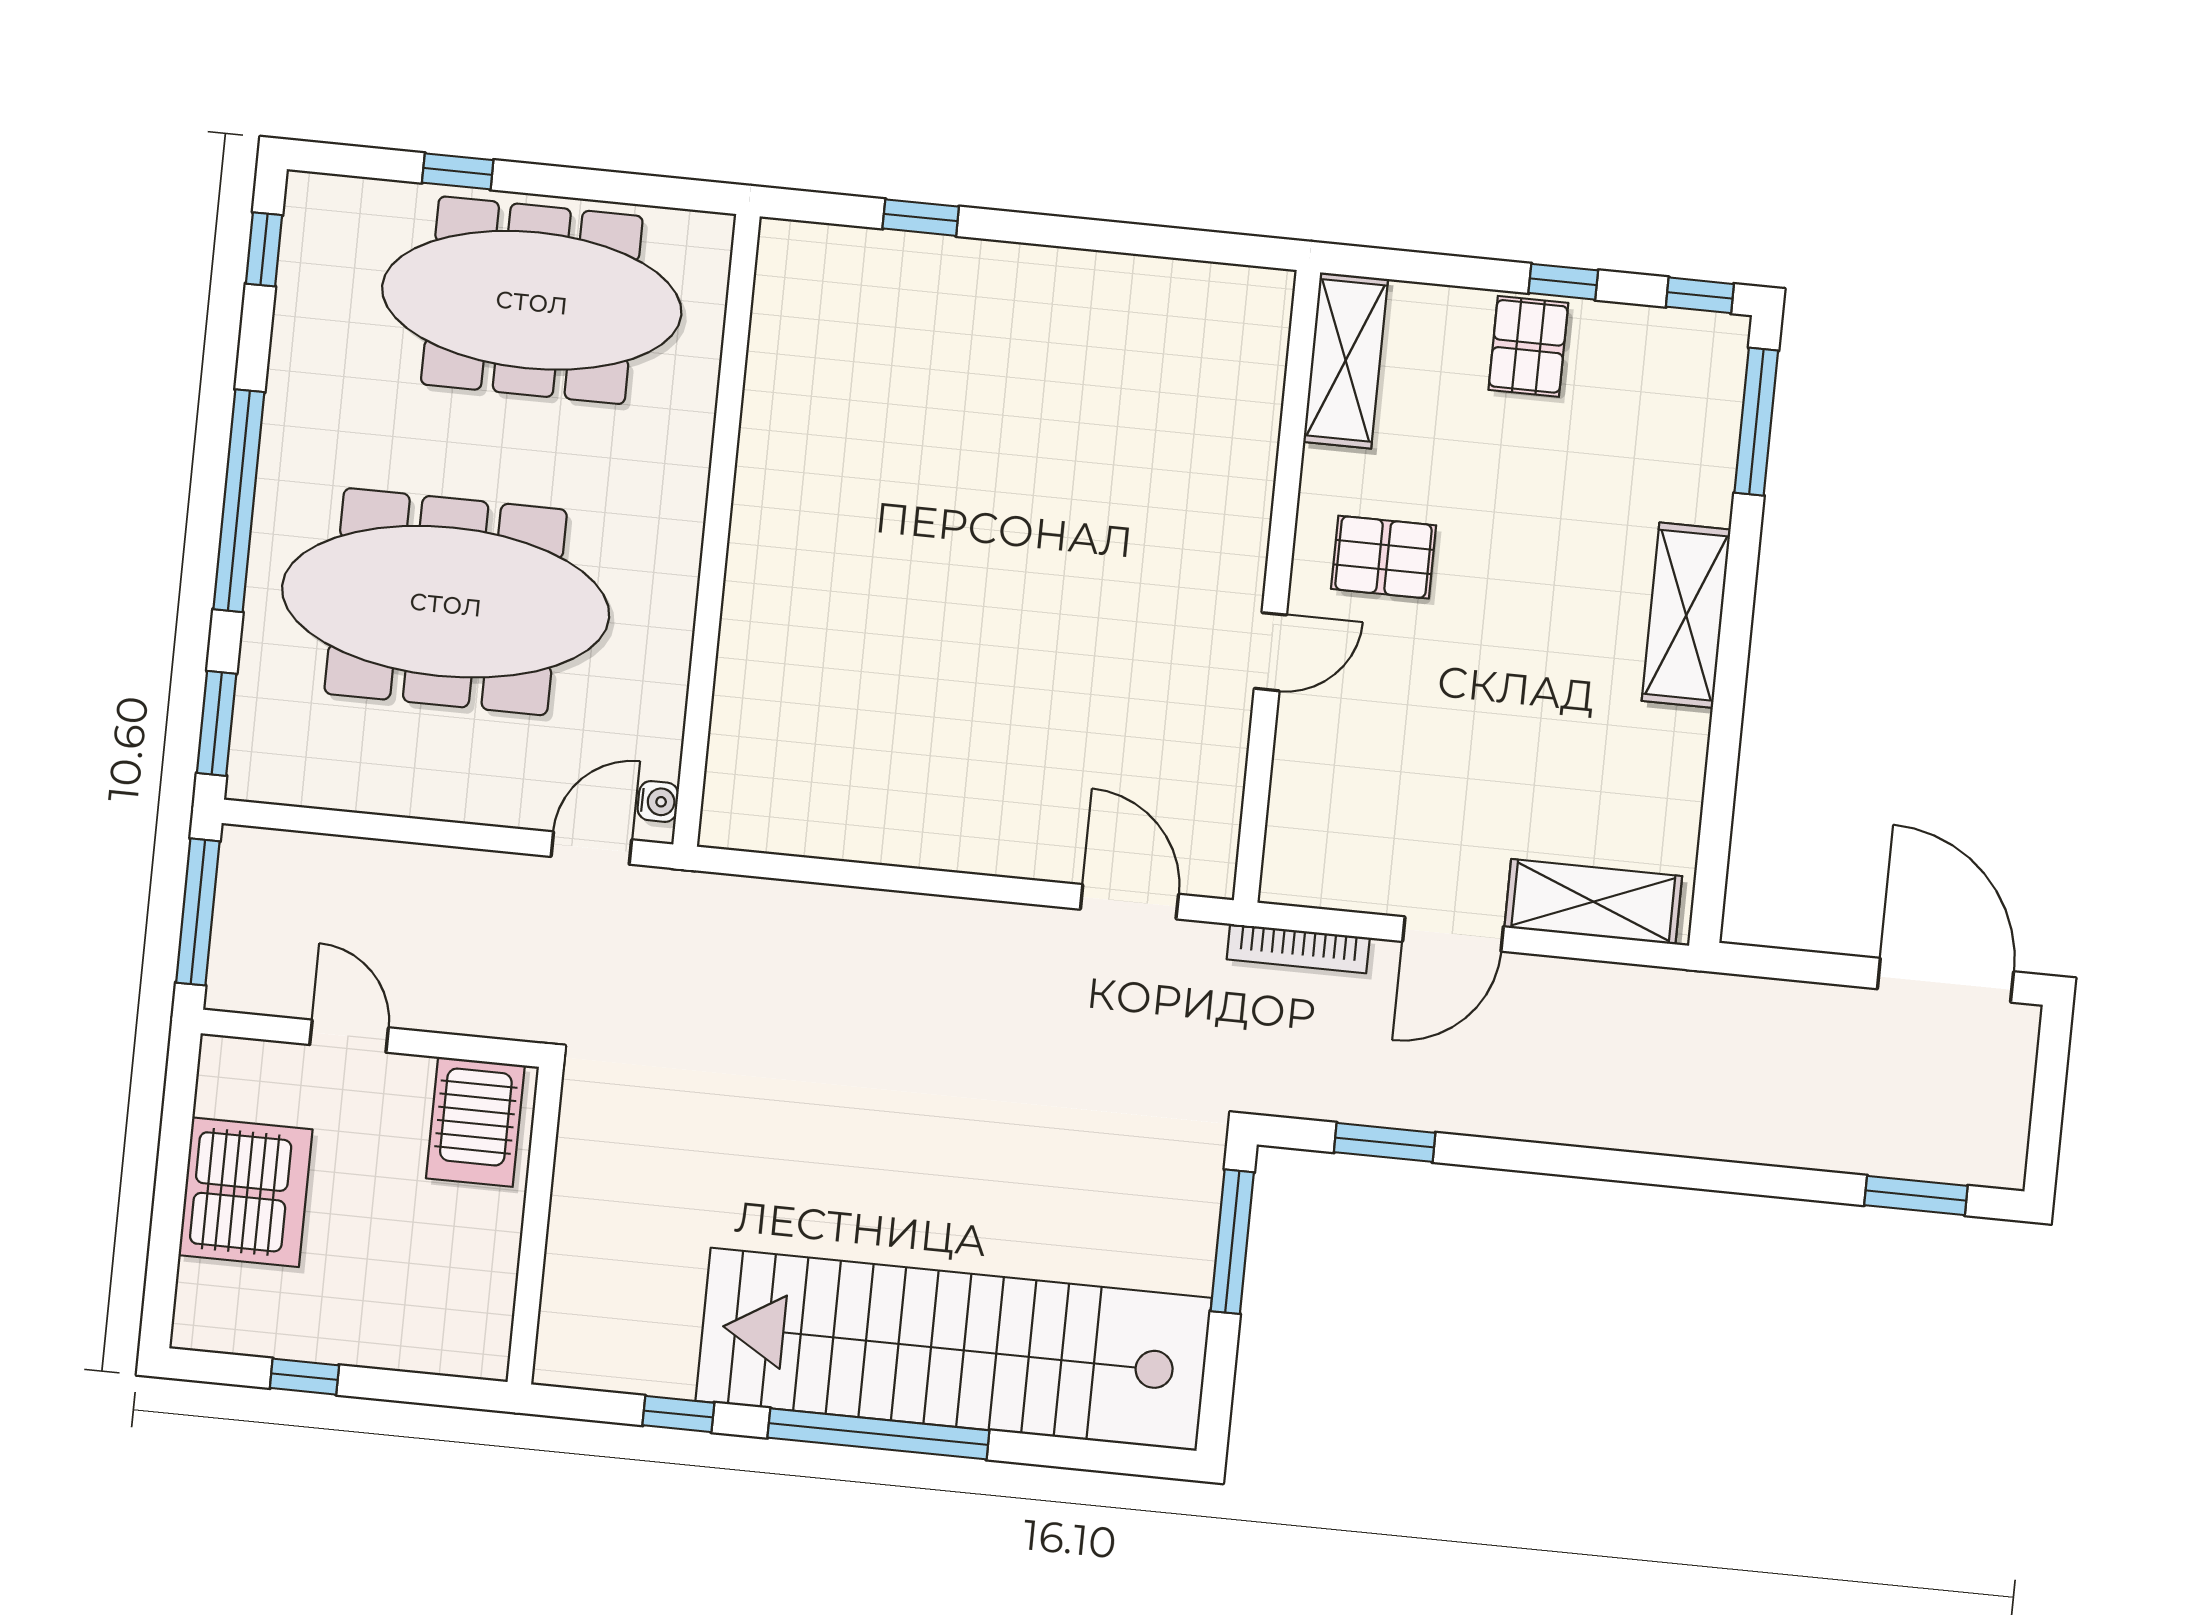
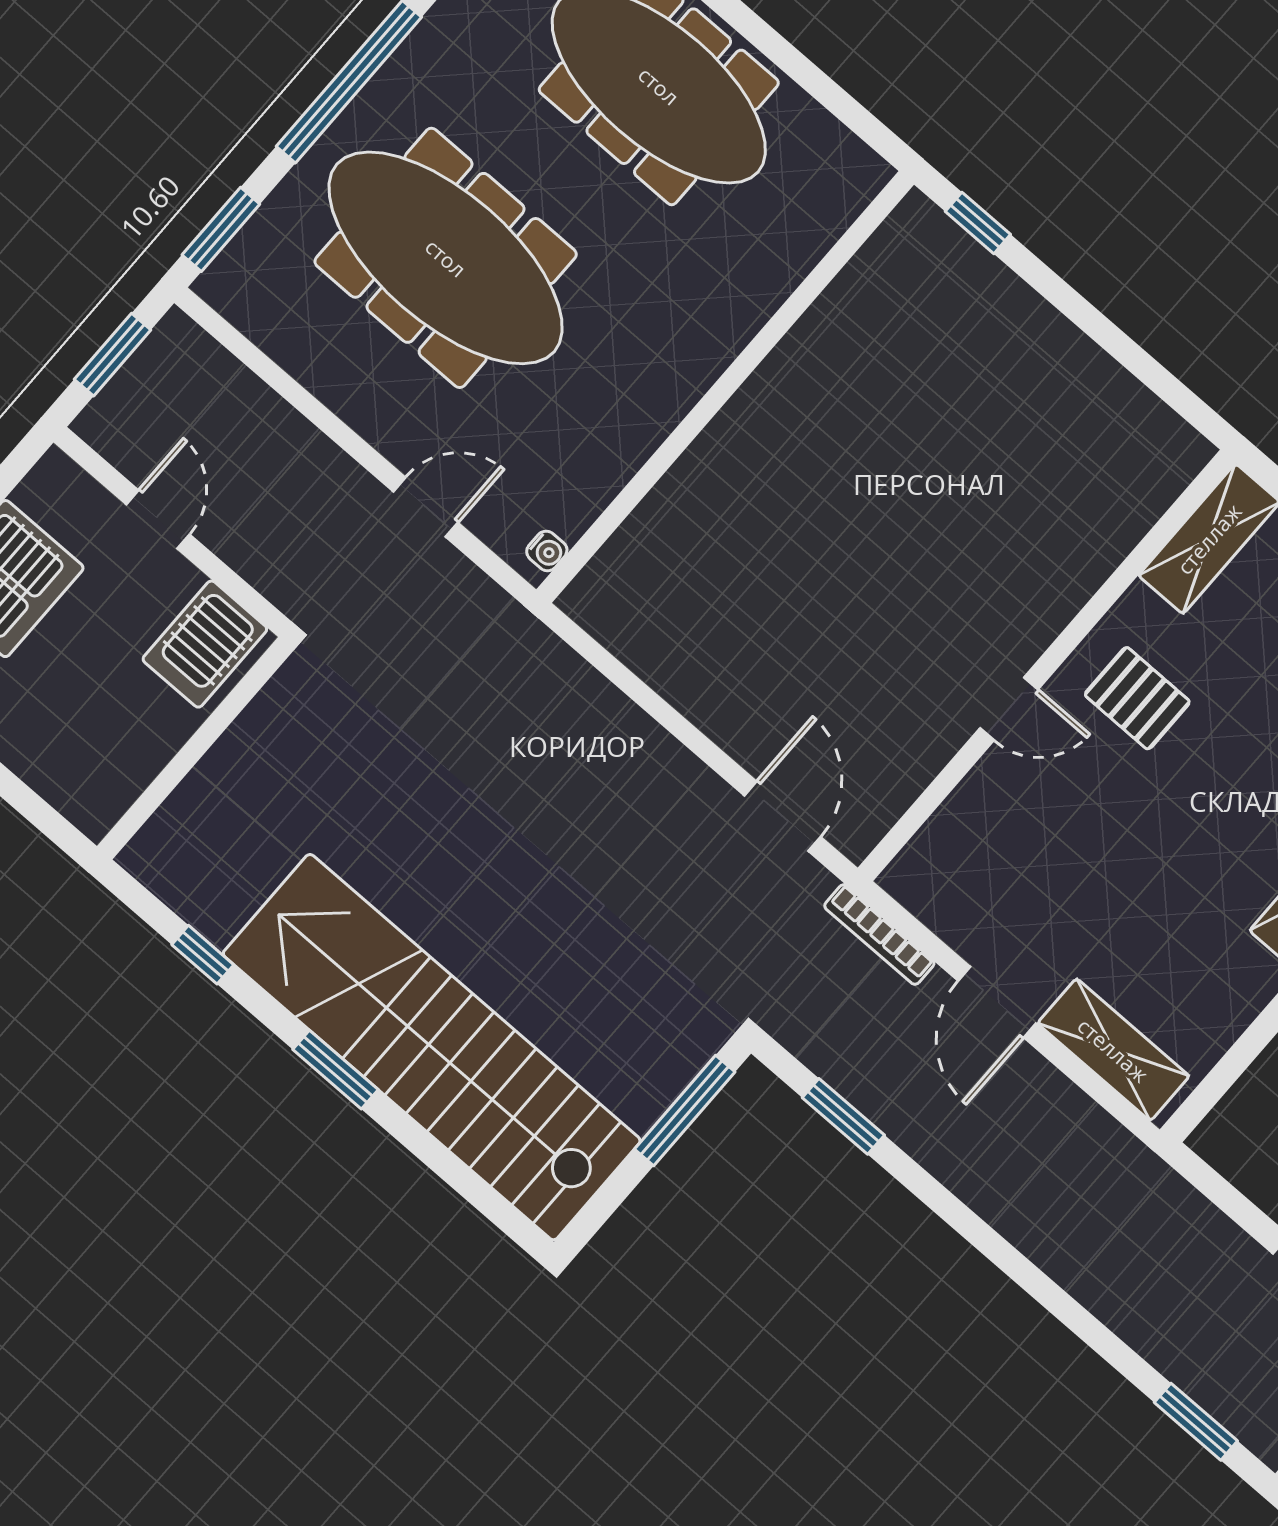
wall: (717, 530) -> (725, 387), moved
water cooler: (658, 801) -> (547, 551), moved
window: (198, 912) -> (113, 355), width x0.69
door: (1453, 934) -> (997, 1002), hinge flipped
window: (878, 1434) -> (335, 1070), width x0.47

